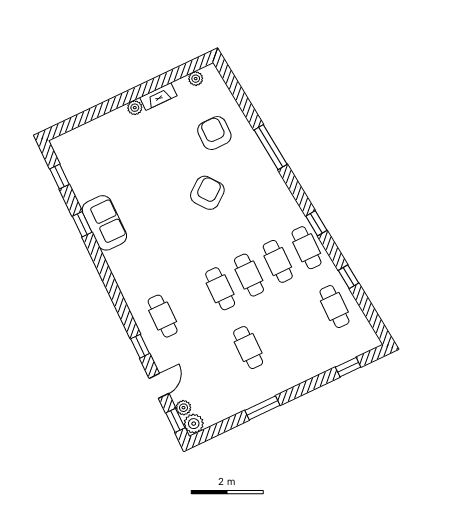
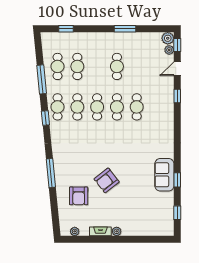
armchair: (207, 193) -> (107, 180), moved
window: (349, 277) -> (42, 79), width x2.17
cafe table: (163, 316) -> (137, 107), moved
cafe table: (306, 320) -> (77, 66), added

